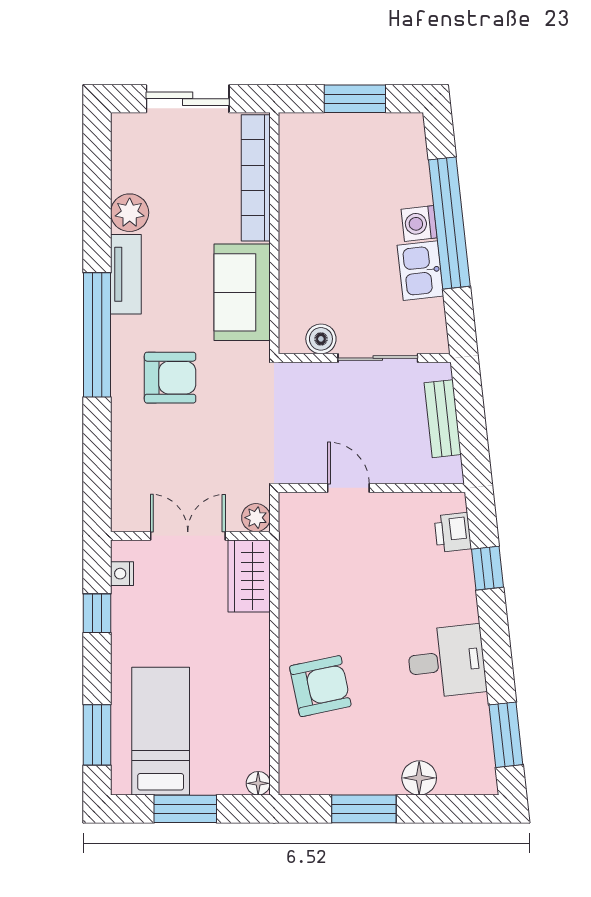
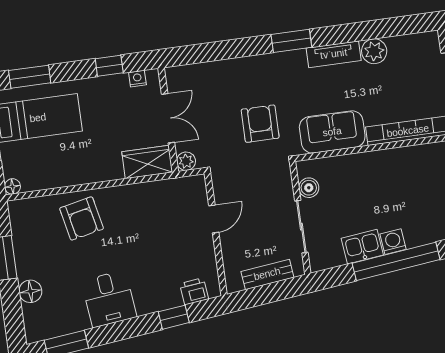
window: (97, 335) -> (291, 41), width x0.47
armchair: (170, 378) -> (260, 124), moved, turned 180

